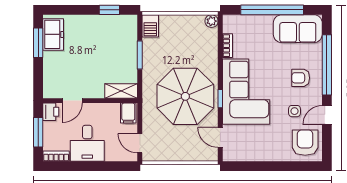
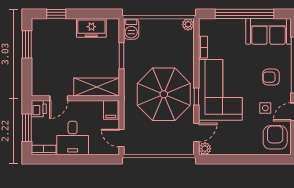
window: (109, 10) -> (56, 14), moved
freezer: (53, 34) -> (91, 28), moved, turned 90
shelving: (121, 91) -> (97, 87), width x1.50, depth x1.33
door: (220, 137) -> (196, 133), swing flipped
plant: (229, 155) -> (205, 149), added

